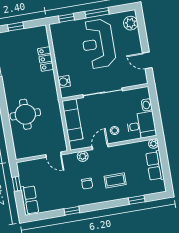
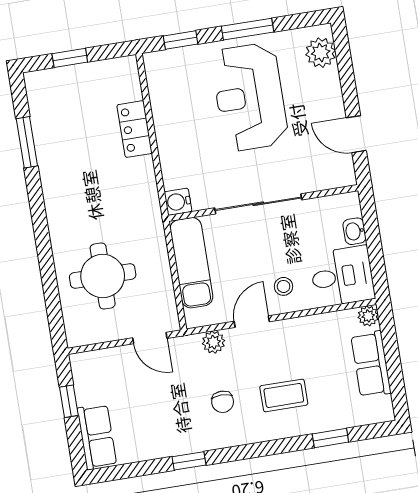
water cooler: (64, 82) -> (178, 202), moved
round table: (25, 114) -> (103, 276), moved

